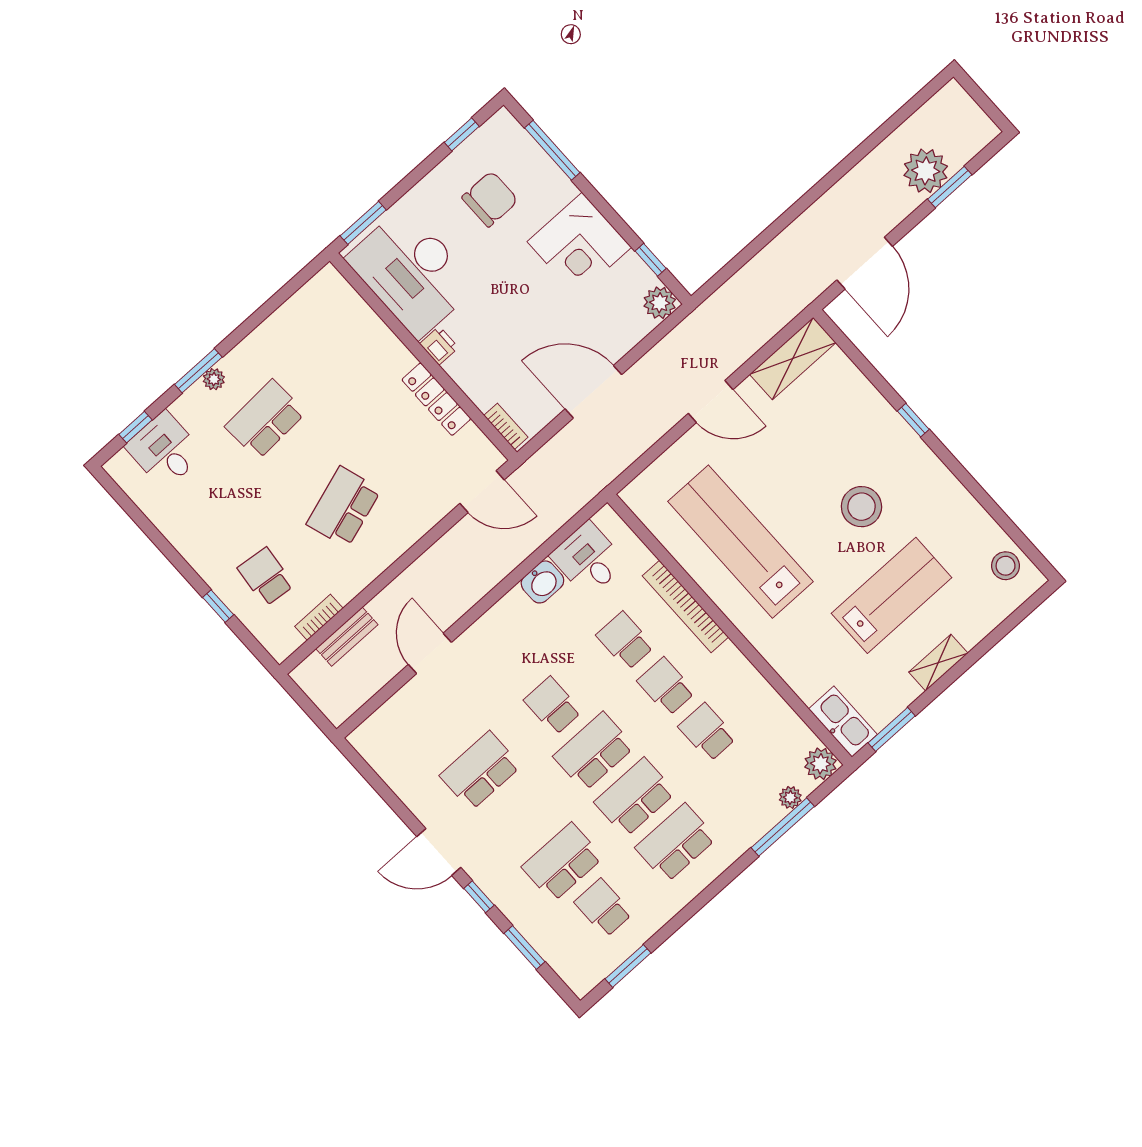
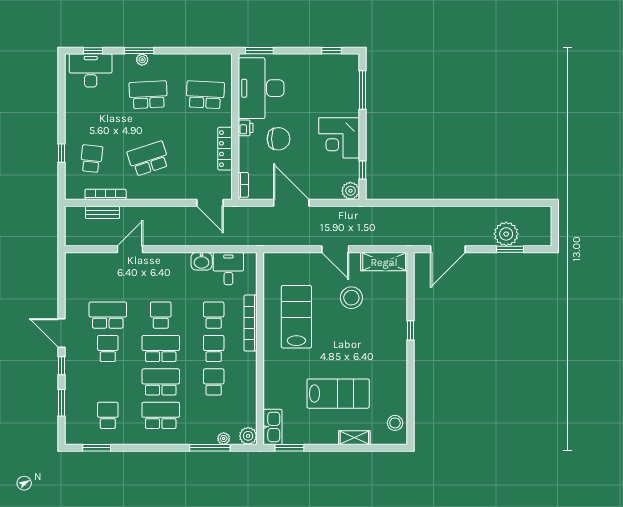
chair: (490, 199) -> (278, 139), moved
school desk: (343, 350) -> (205, 95), added
desk: (165, 450) -> (91, 70), width x1.37
stool: (861, 507) -> (351, 298), moved
lab bench: (740, 542) -> (296, 317), width x0.73
bookcase: (319, 617) -> (106, 194), width x1.56
shelving: (938, 663) -> (354, 438), moved
school desk: (562, 862) -> (108, 349), moved, width x0.54

